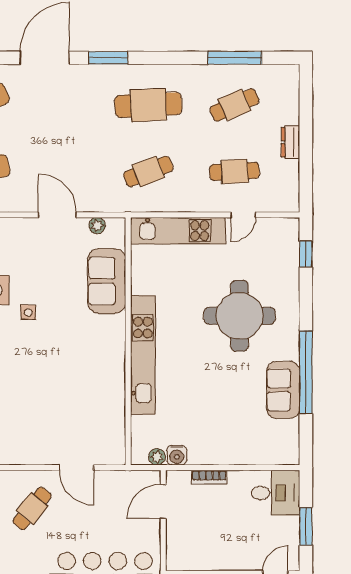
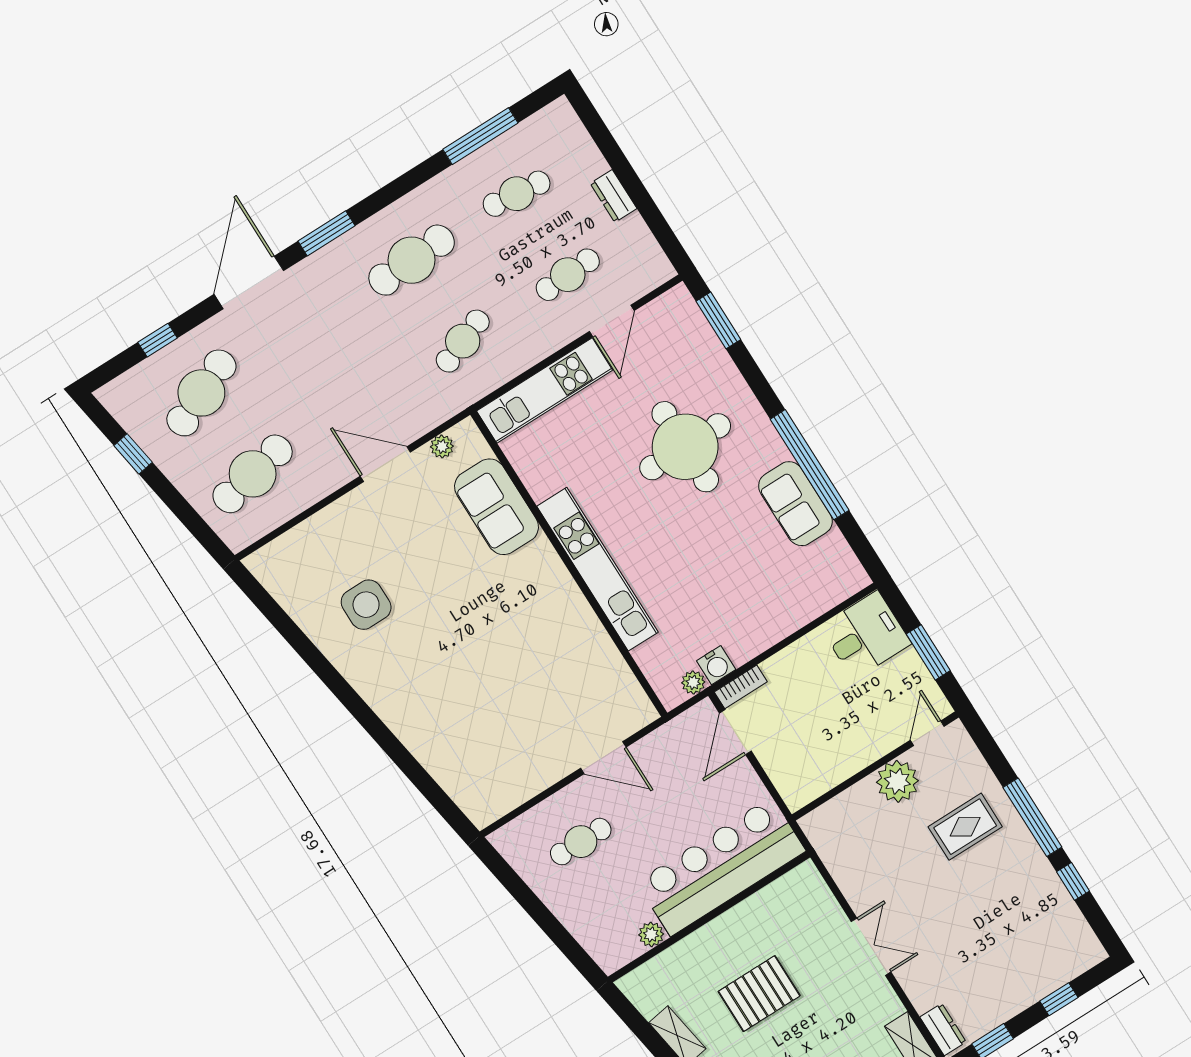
cafe table: (234, 105) -> (517, 194), turned 30
door: (243, 215) -> (612, 321), width x1.38
window: (306, 254) -> (718, 320), width x1.50
side table: (28, 313) -> (425, 606), removed
bookcase: (209, 477) -> (741, 687), moved
cafe table: (32, 508) -> (581, 842), turned 51

